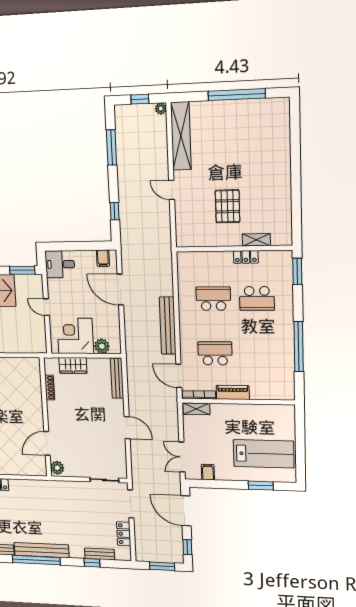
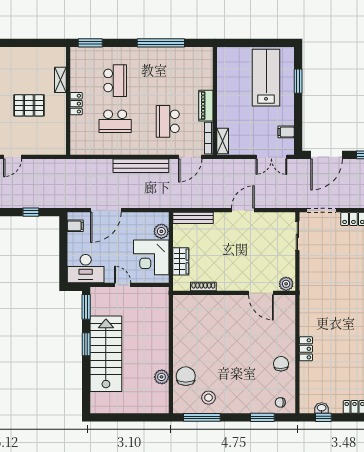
locker: (246, 257) -> (76, 104), moved
desk: (60, 264) -> (86, 269), width x1.37
school desk: (213, 299) -> (115, 121), turned -90
door: (46, 307) -> (123, 285), swing flipped

